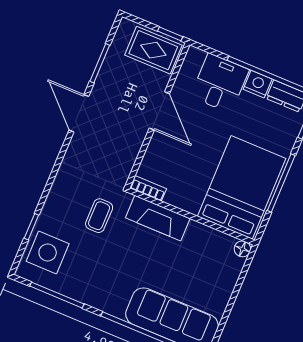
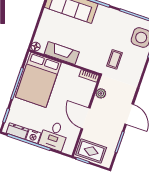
plant: (129, 155) -> (101, 93), added
fireplace: (158, 218) -> (62, 53), moved

